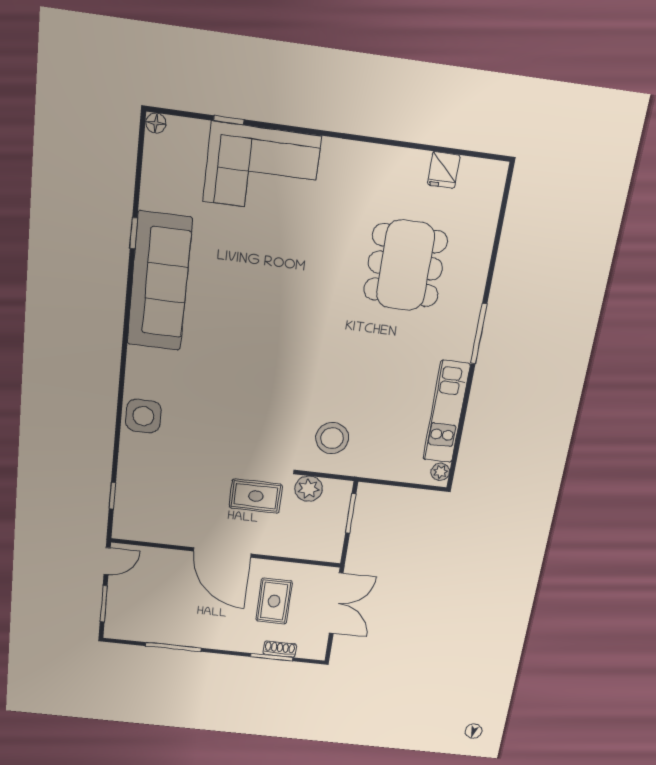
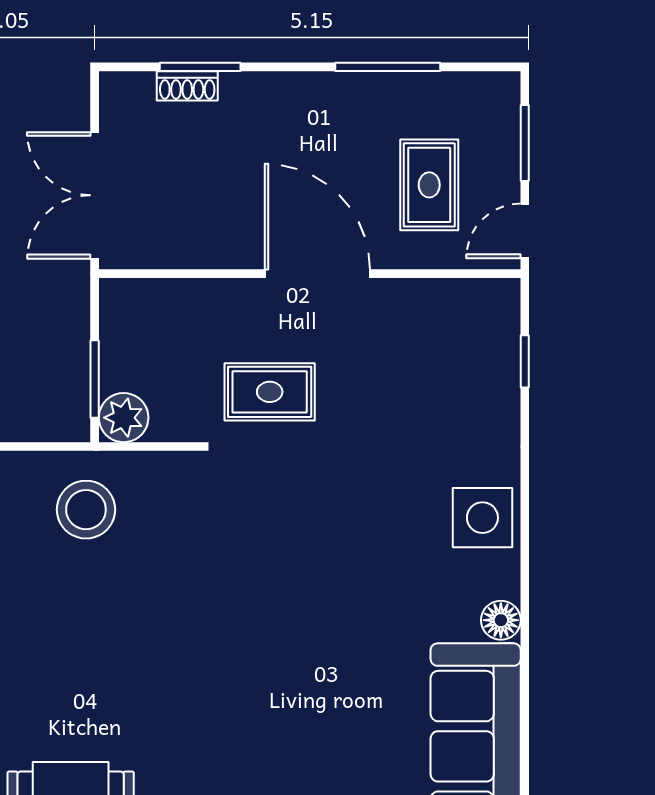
floor lamp: (138, 358) -> (501, 620), added
stool: (332, 438) -> (86, 510), moved
plant: (309, 489) -> (124, 418), moved
rug: (274, 601) -> (429, 185), moved

